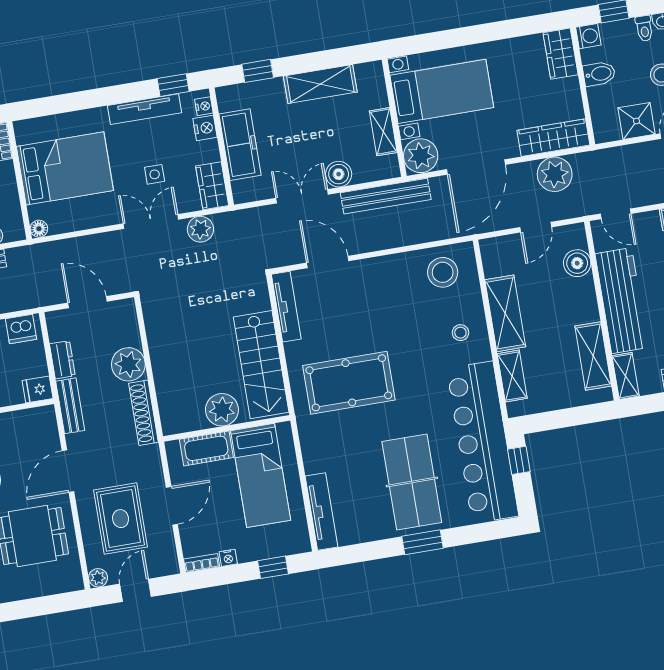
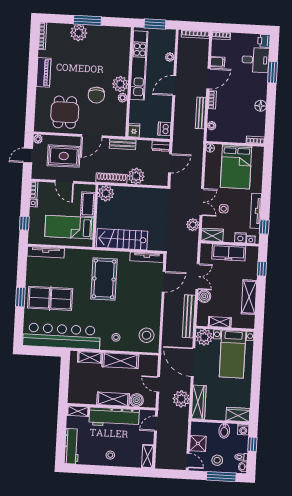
shelving: (593, 356) -> (113, 399), moved
dresser: (62, 360) -> (161, 146), moved
plant: (222, 410) -> (106, 193), moved
window: (519, 460) -> (49, 351), removed
door: (68, 471) -> (92, 136), swing flipped
door: (135, 590) -> (28, 155), swing flipped

